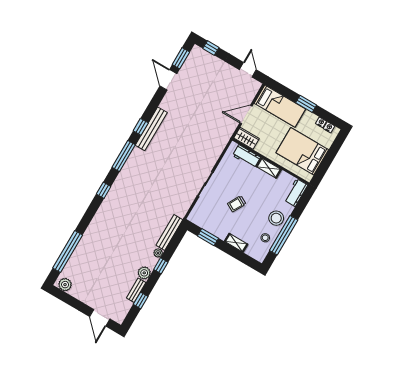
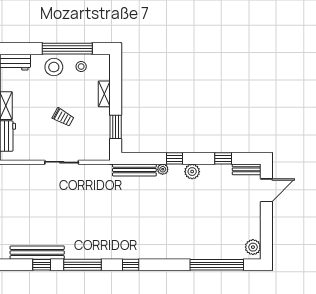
bench: (136, 290) -> (247, 169), moved

